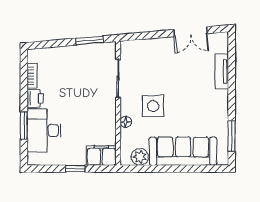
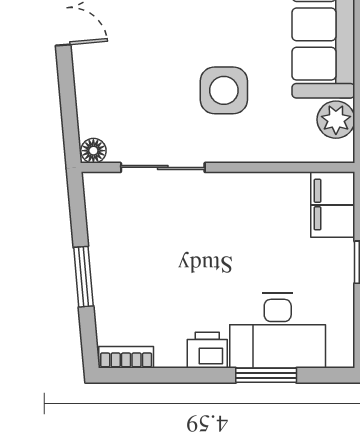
window: (90, 40) -> (83, 277), moved
bookcase: (32, 76) -> (126, 357), moved
floor lamp: (126, 122) -> (93, 151), moved

